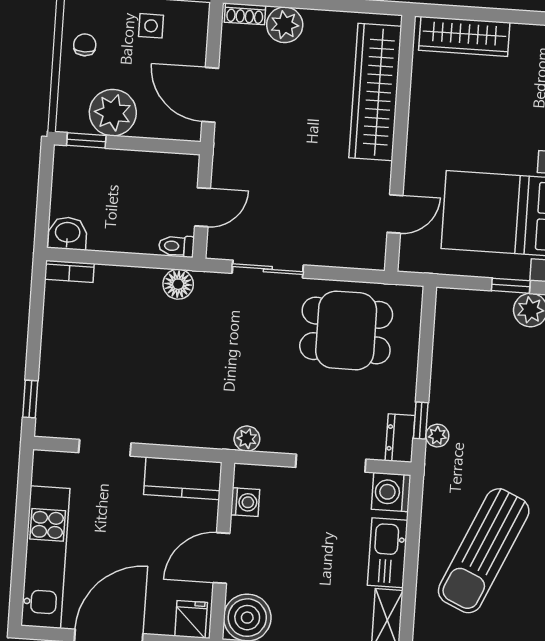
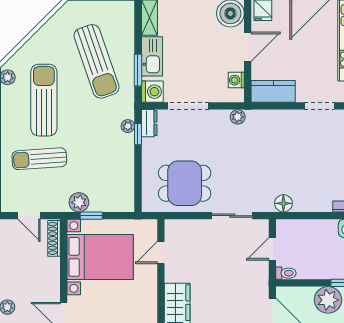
toilet: (176, 246) -> (286, 273), moved
window: (413, 531) -> (138, 70), added
sun lounger: (484, 551) -> (96, 61), turned 137

